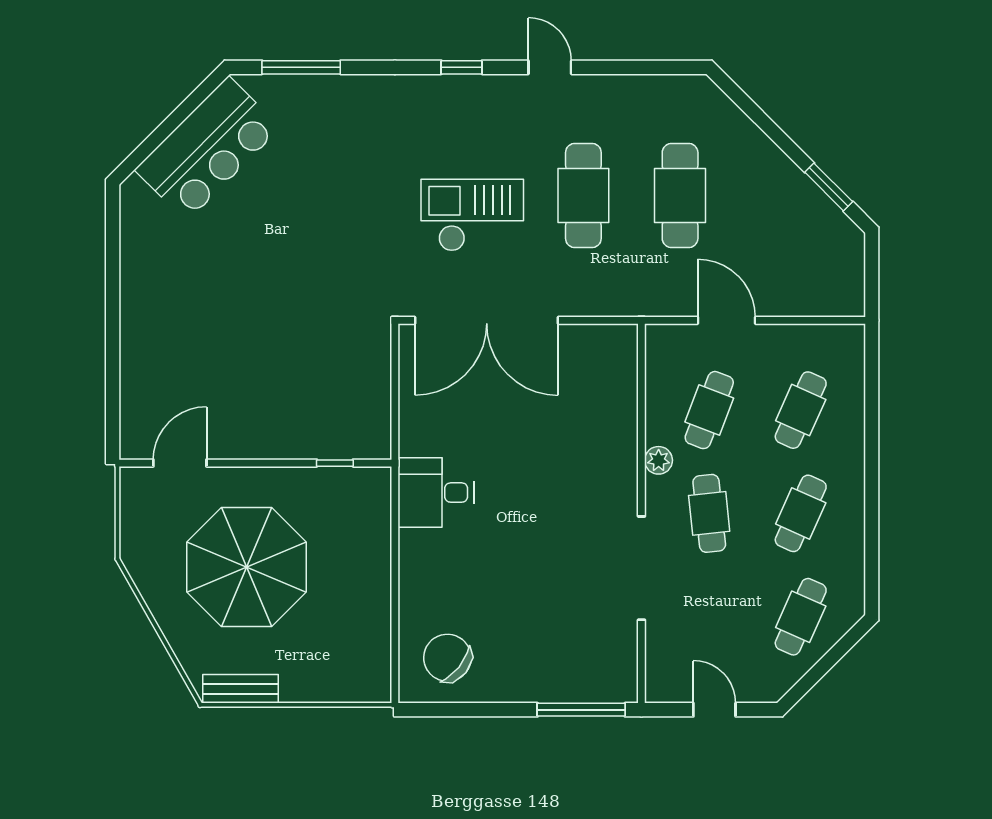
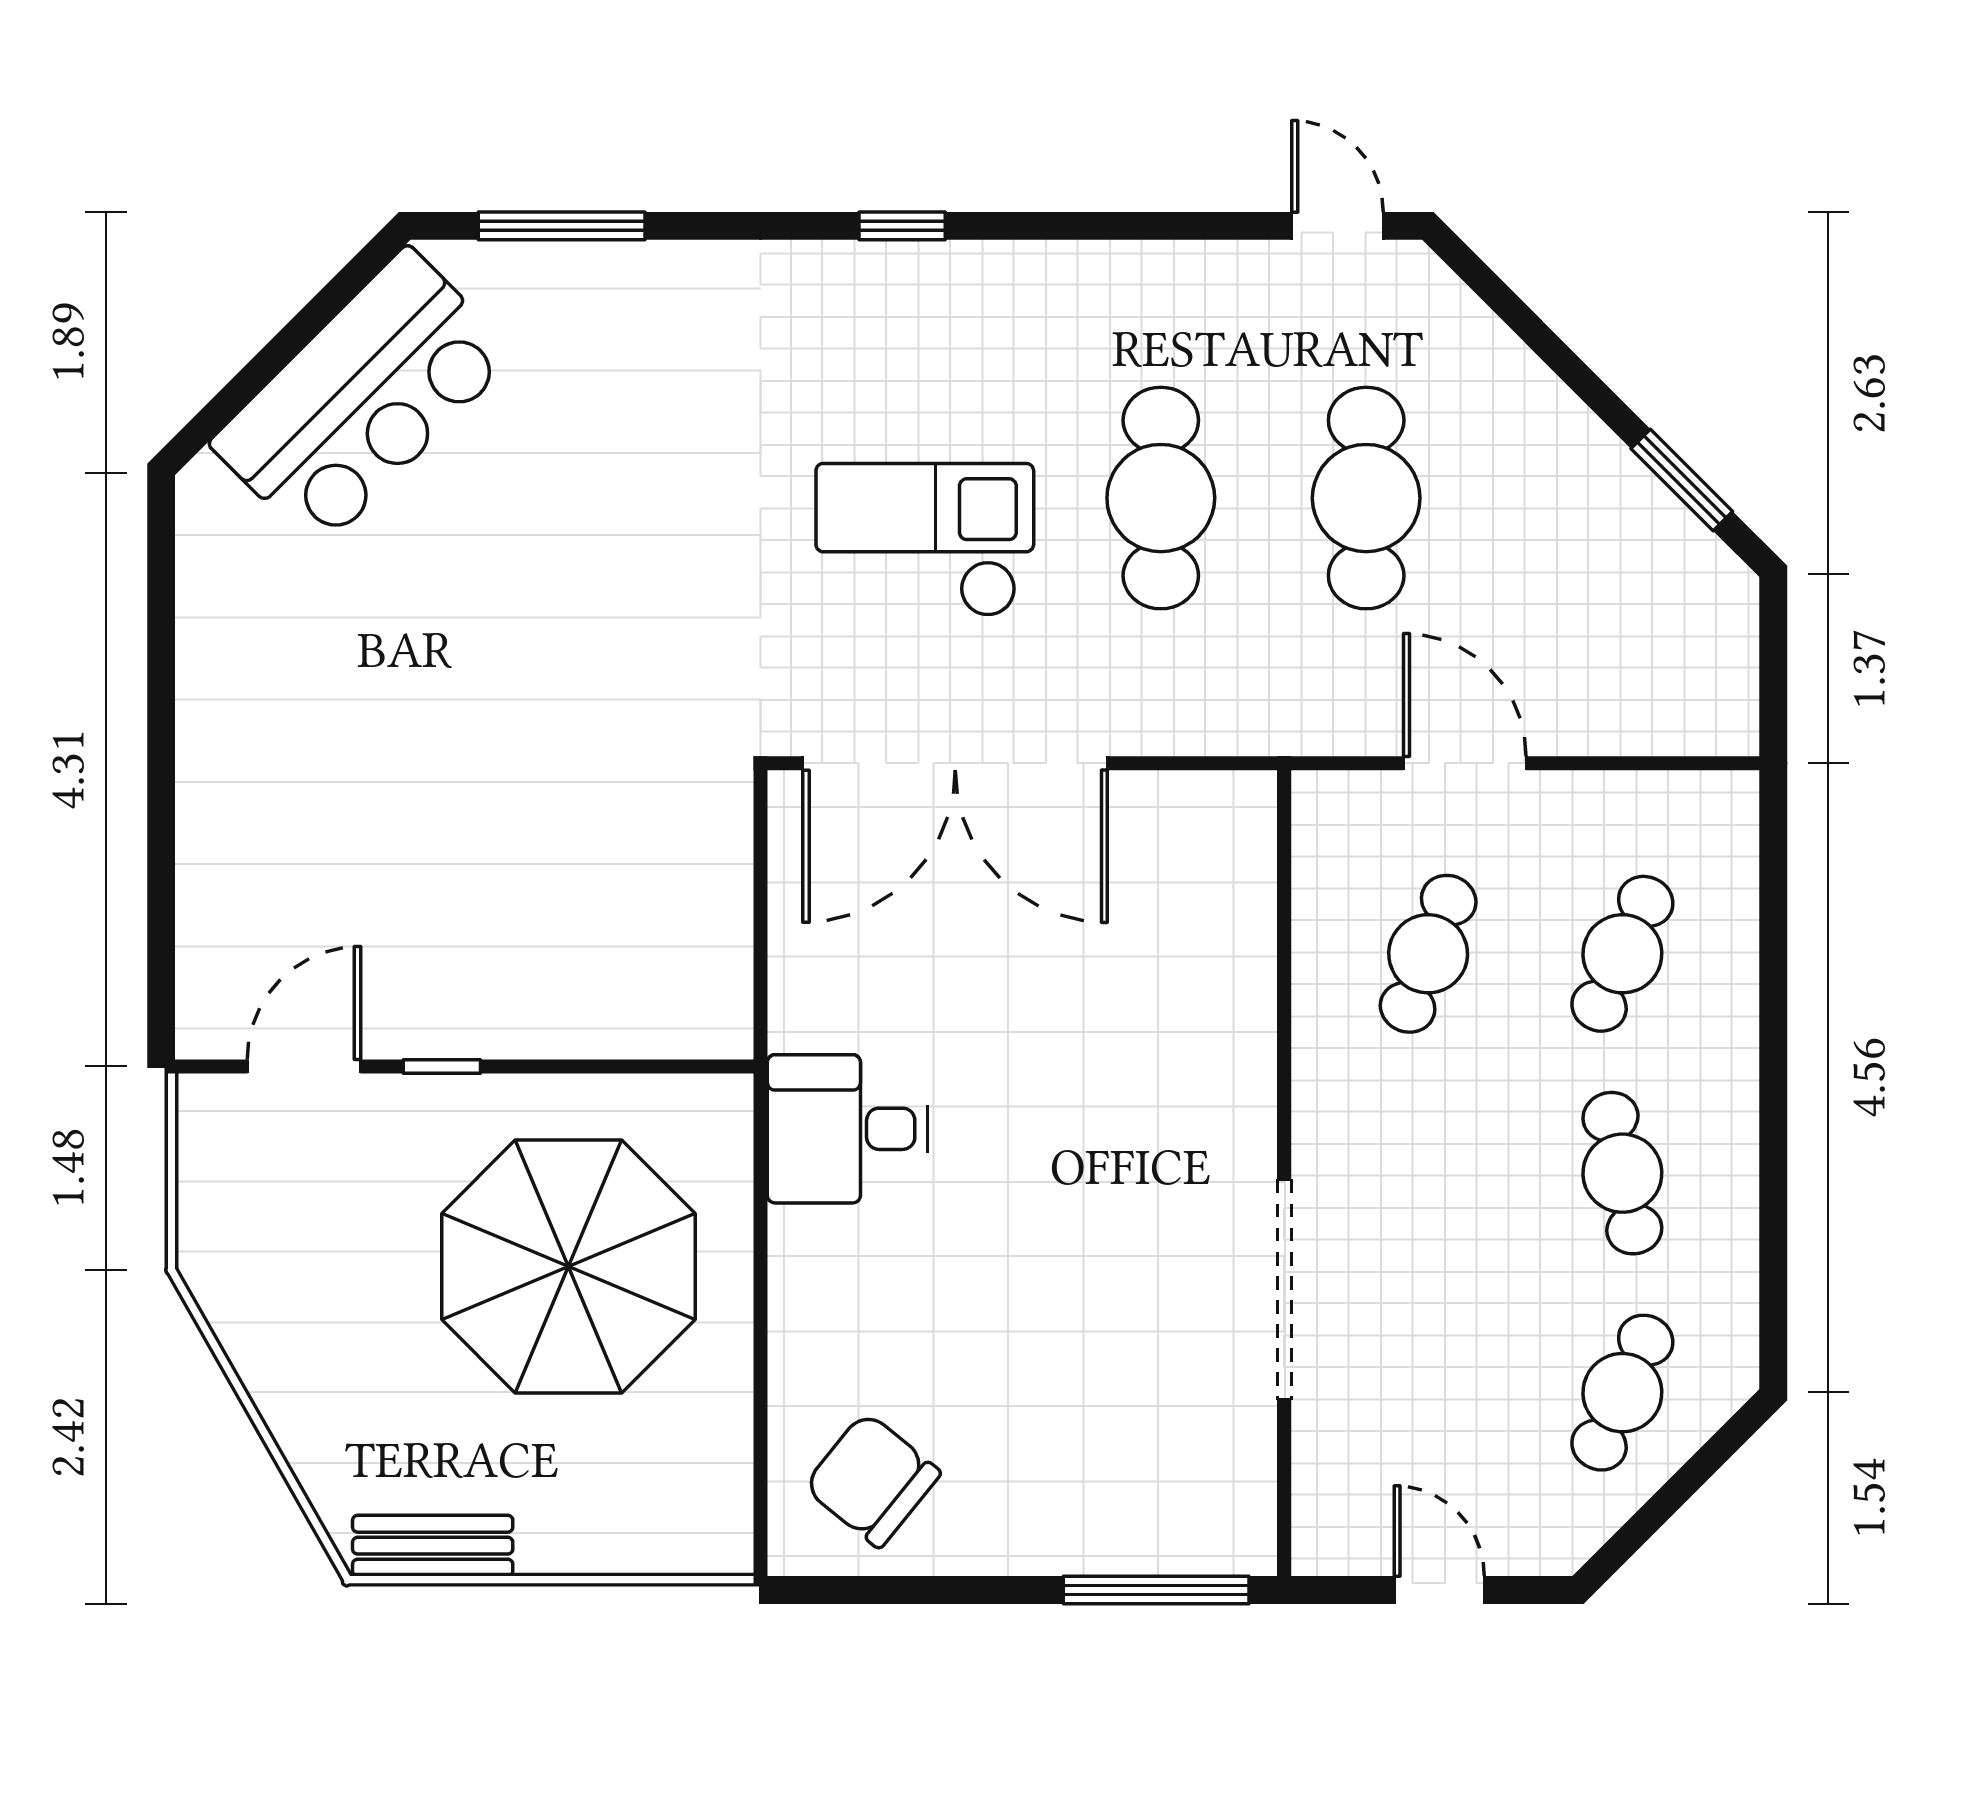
door: (550, 67) -> (1337, 226), moved
plant: (659, 460) -> (1320, 1060), removed
window: (335, 463) -> (442, 1066), moved
cafe table: (709, 513) -> (1428, 1173), removed
cafe table: (801, 513) -> (1622, 1173), turned -36
parasol: (247, 567) -> (568, 1267), moved

